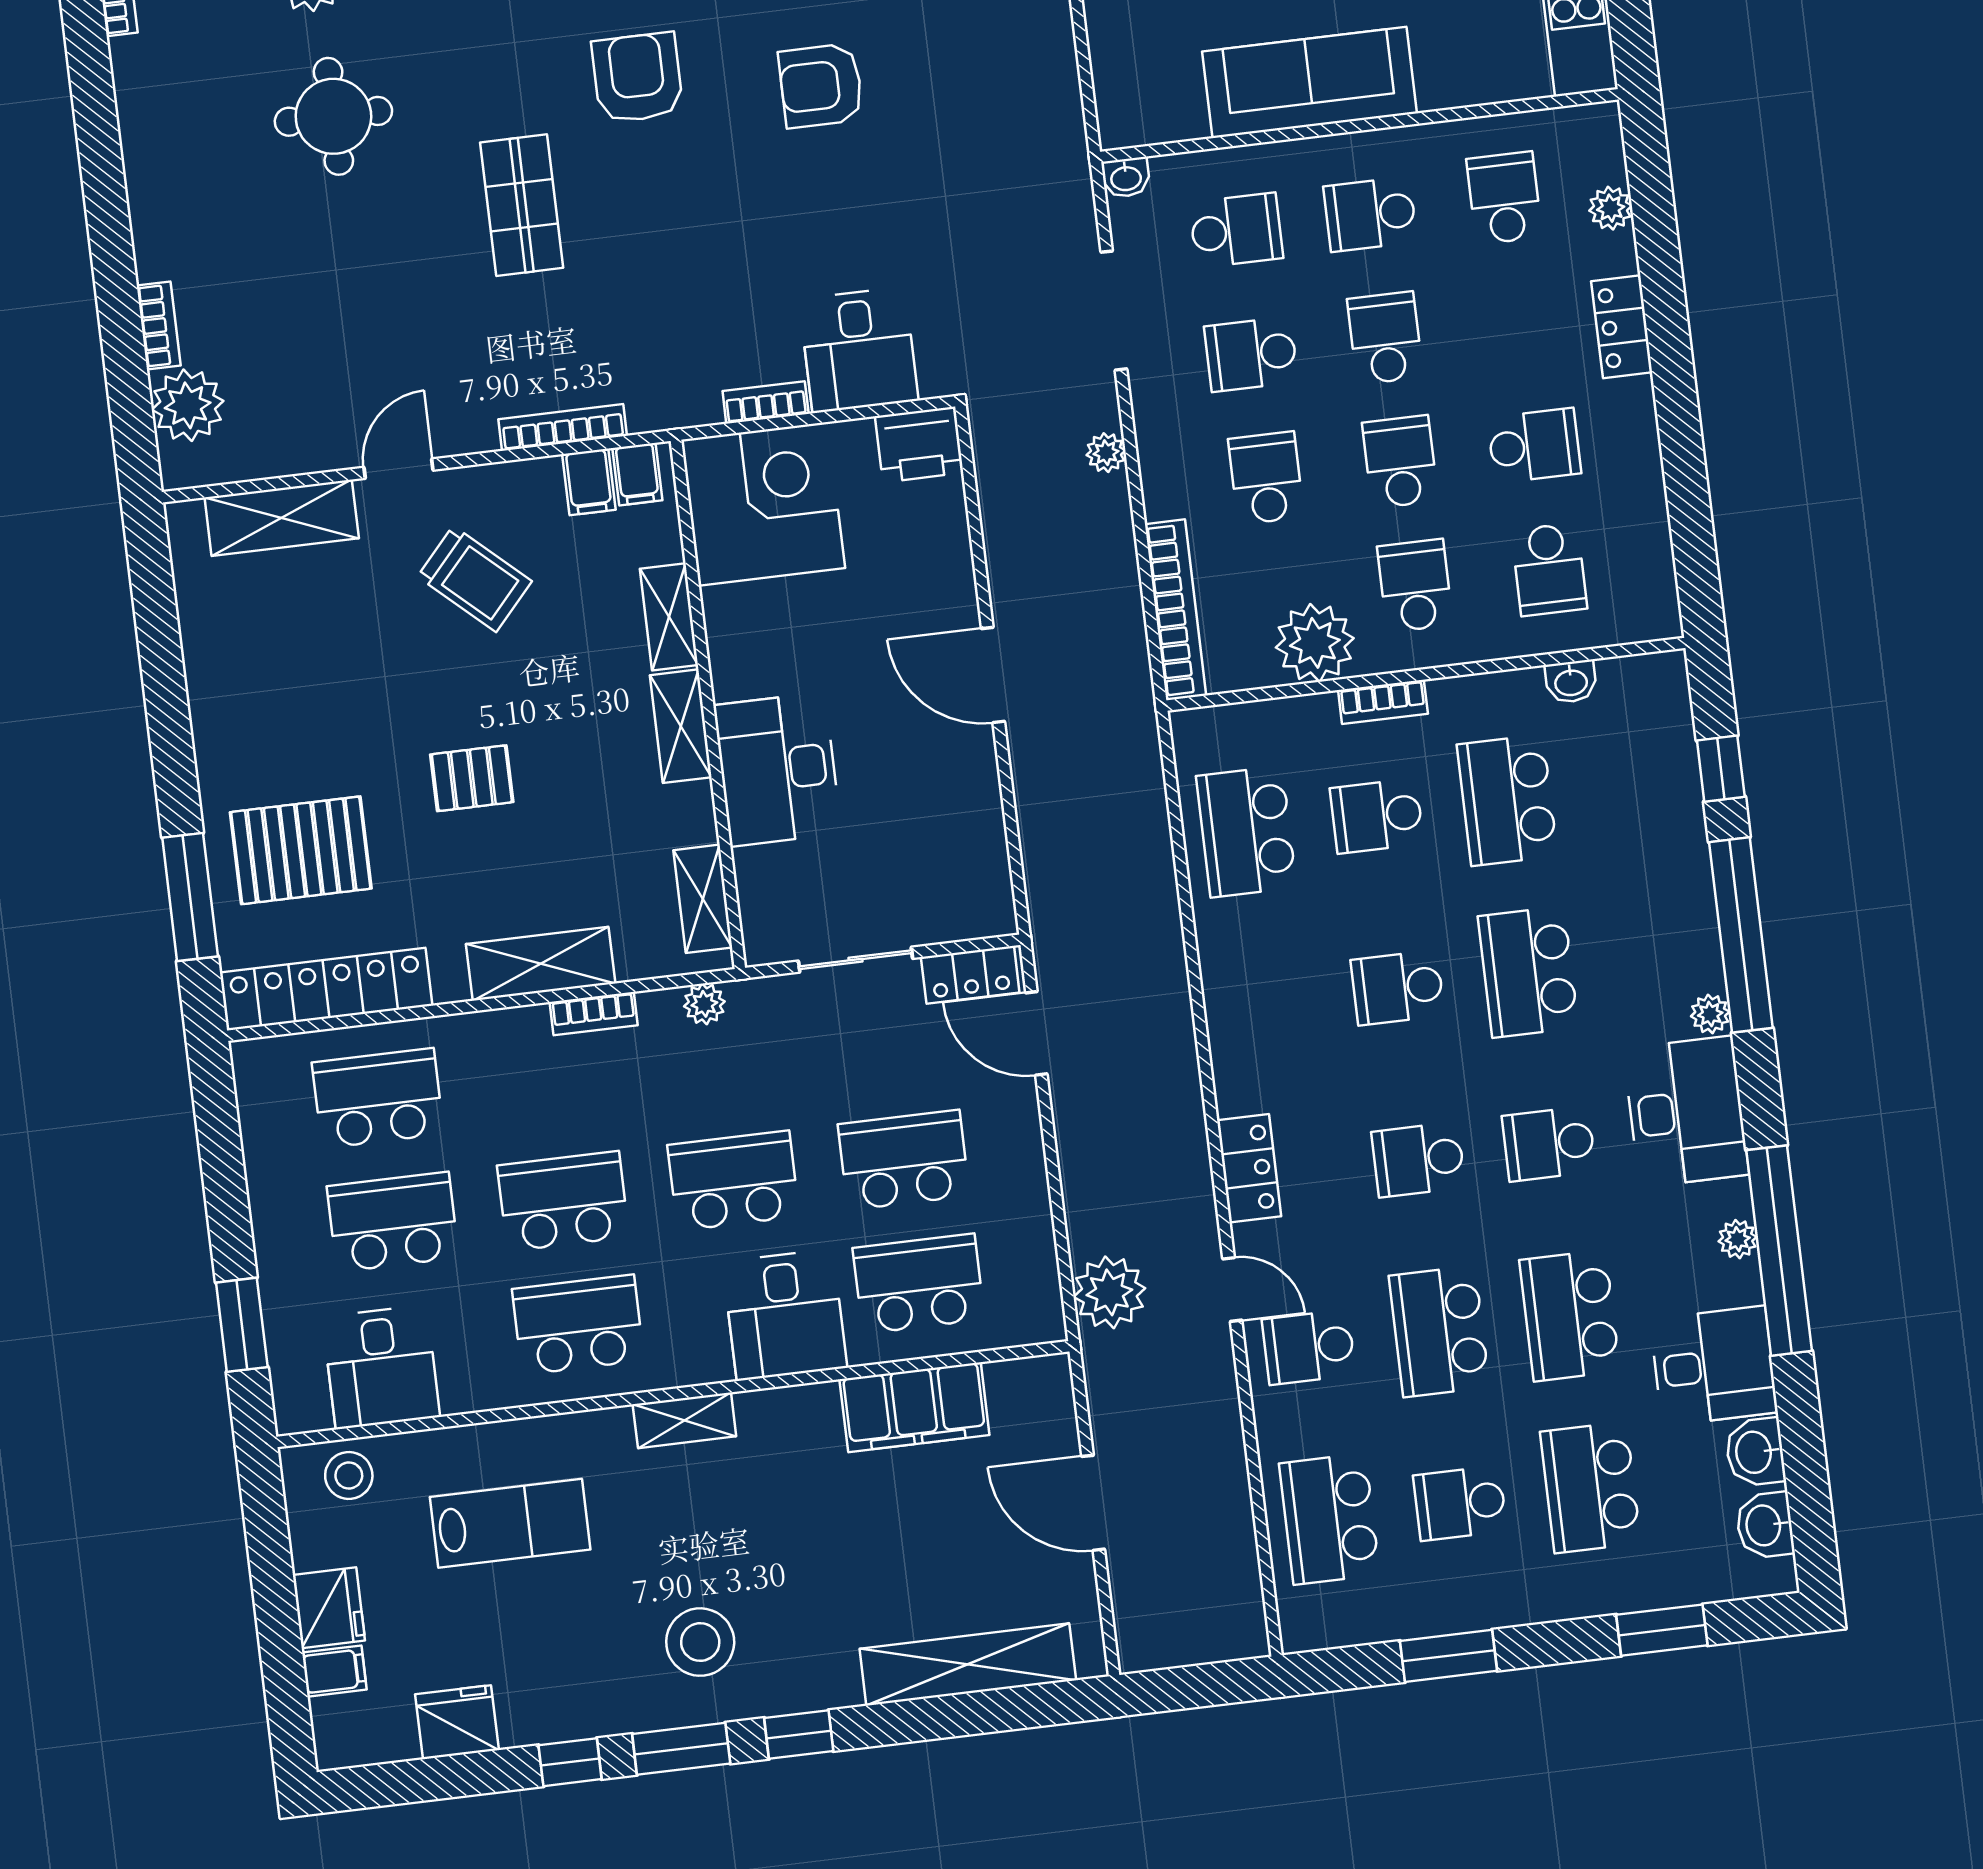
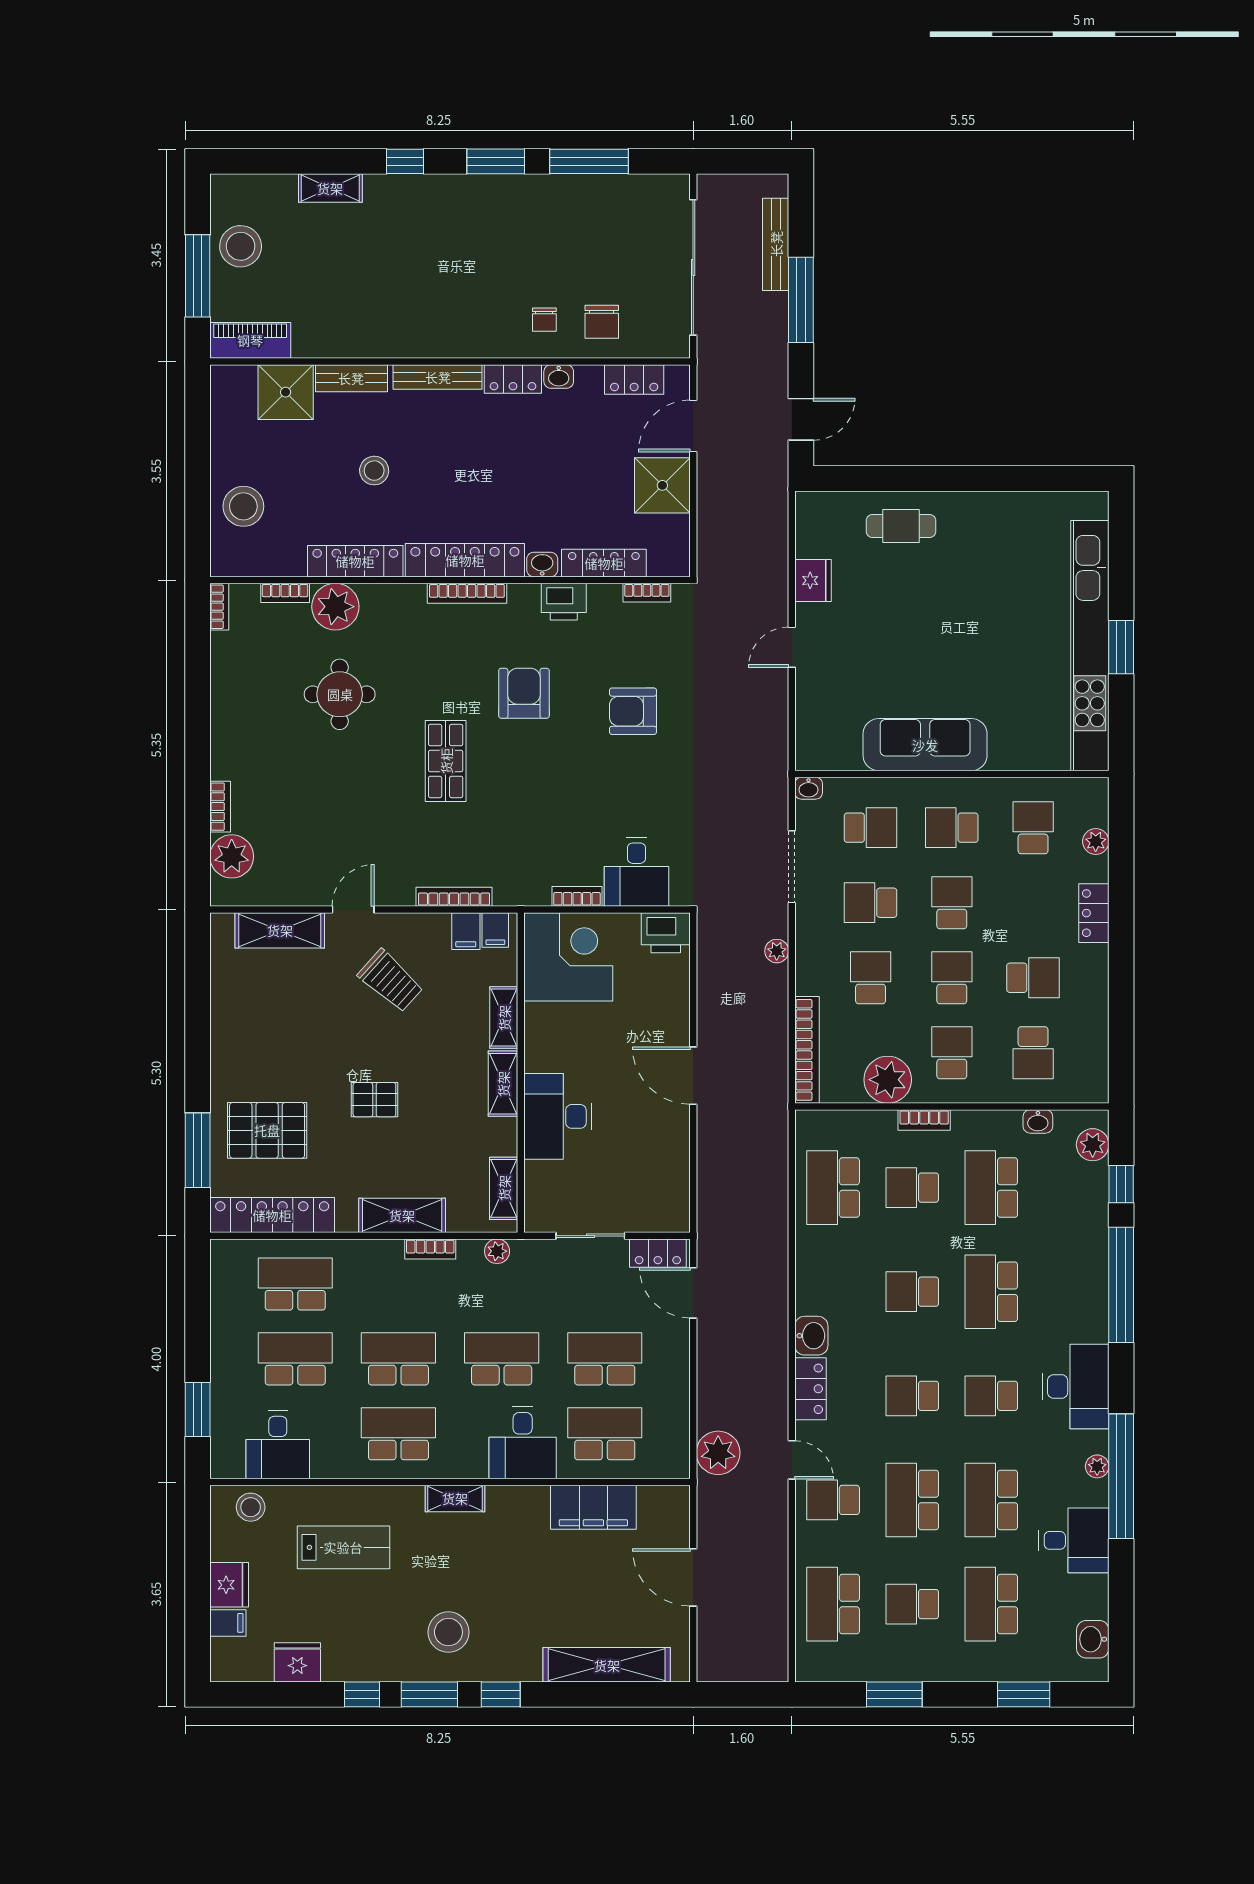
plant: (1710, 1014) -> (1093, 1145), moved, width x1.38, depth x1.38
washbasin: (1755, 1452) -> (811, 1336), moved, turned 180

